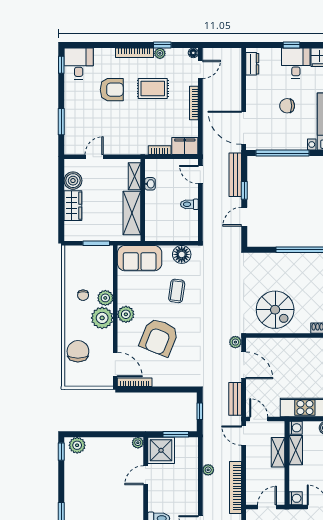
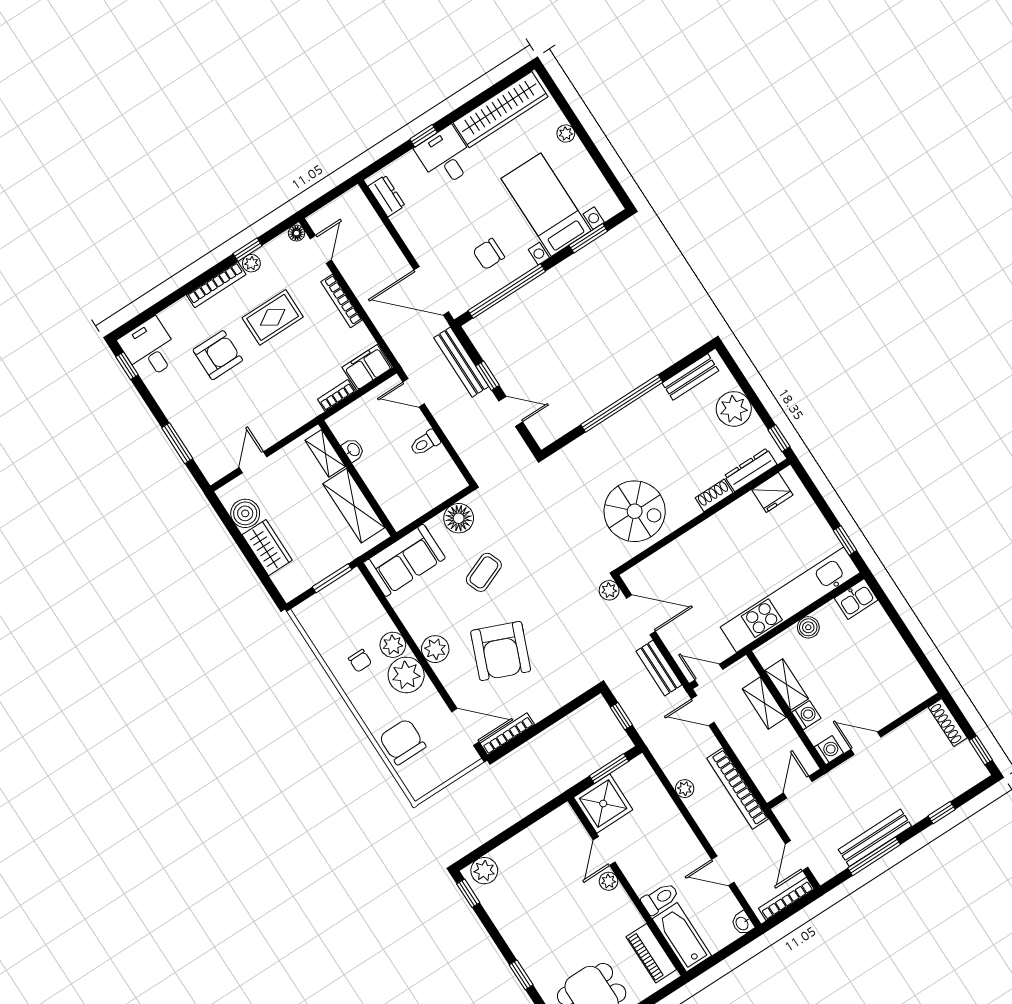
chair: (287, 106) -> (489, 254), moved
door: (244, 217) -> (511, 411), swing flipped
coffee table: (177, 291) -> (484, 572), turned 60
washing machine: (296, 428) -> (806, 715), moved
plant: (138, 443) -> (609, 881), moved

